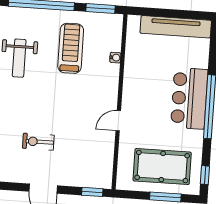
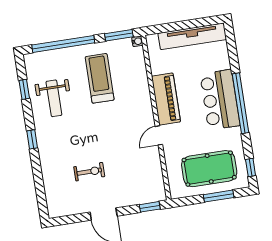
water cooler: (115, 58) -> (137, 41), moved
piano: (134, 85) -> (166, 99), added
exercise bike: (38, 142) -> (89, 172), turned 180

